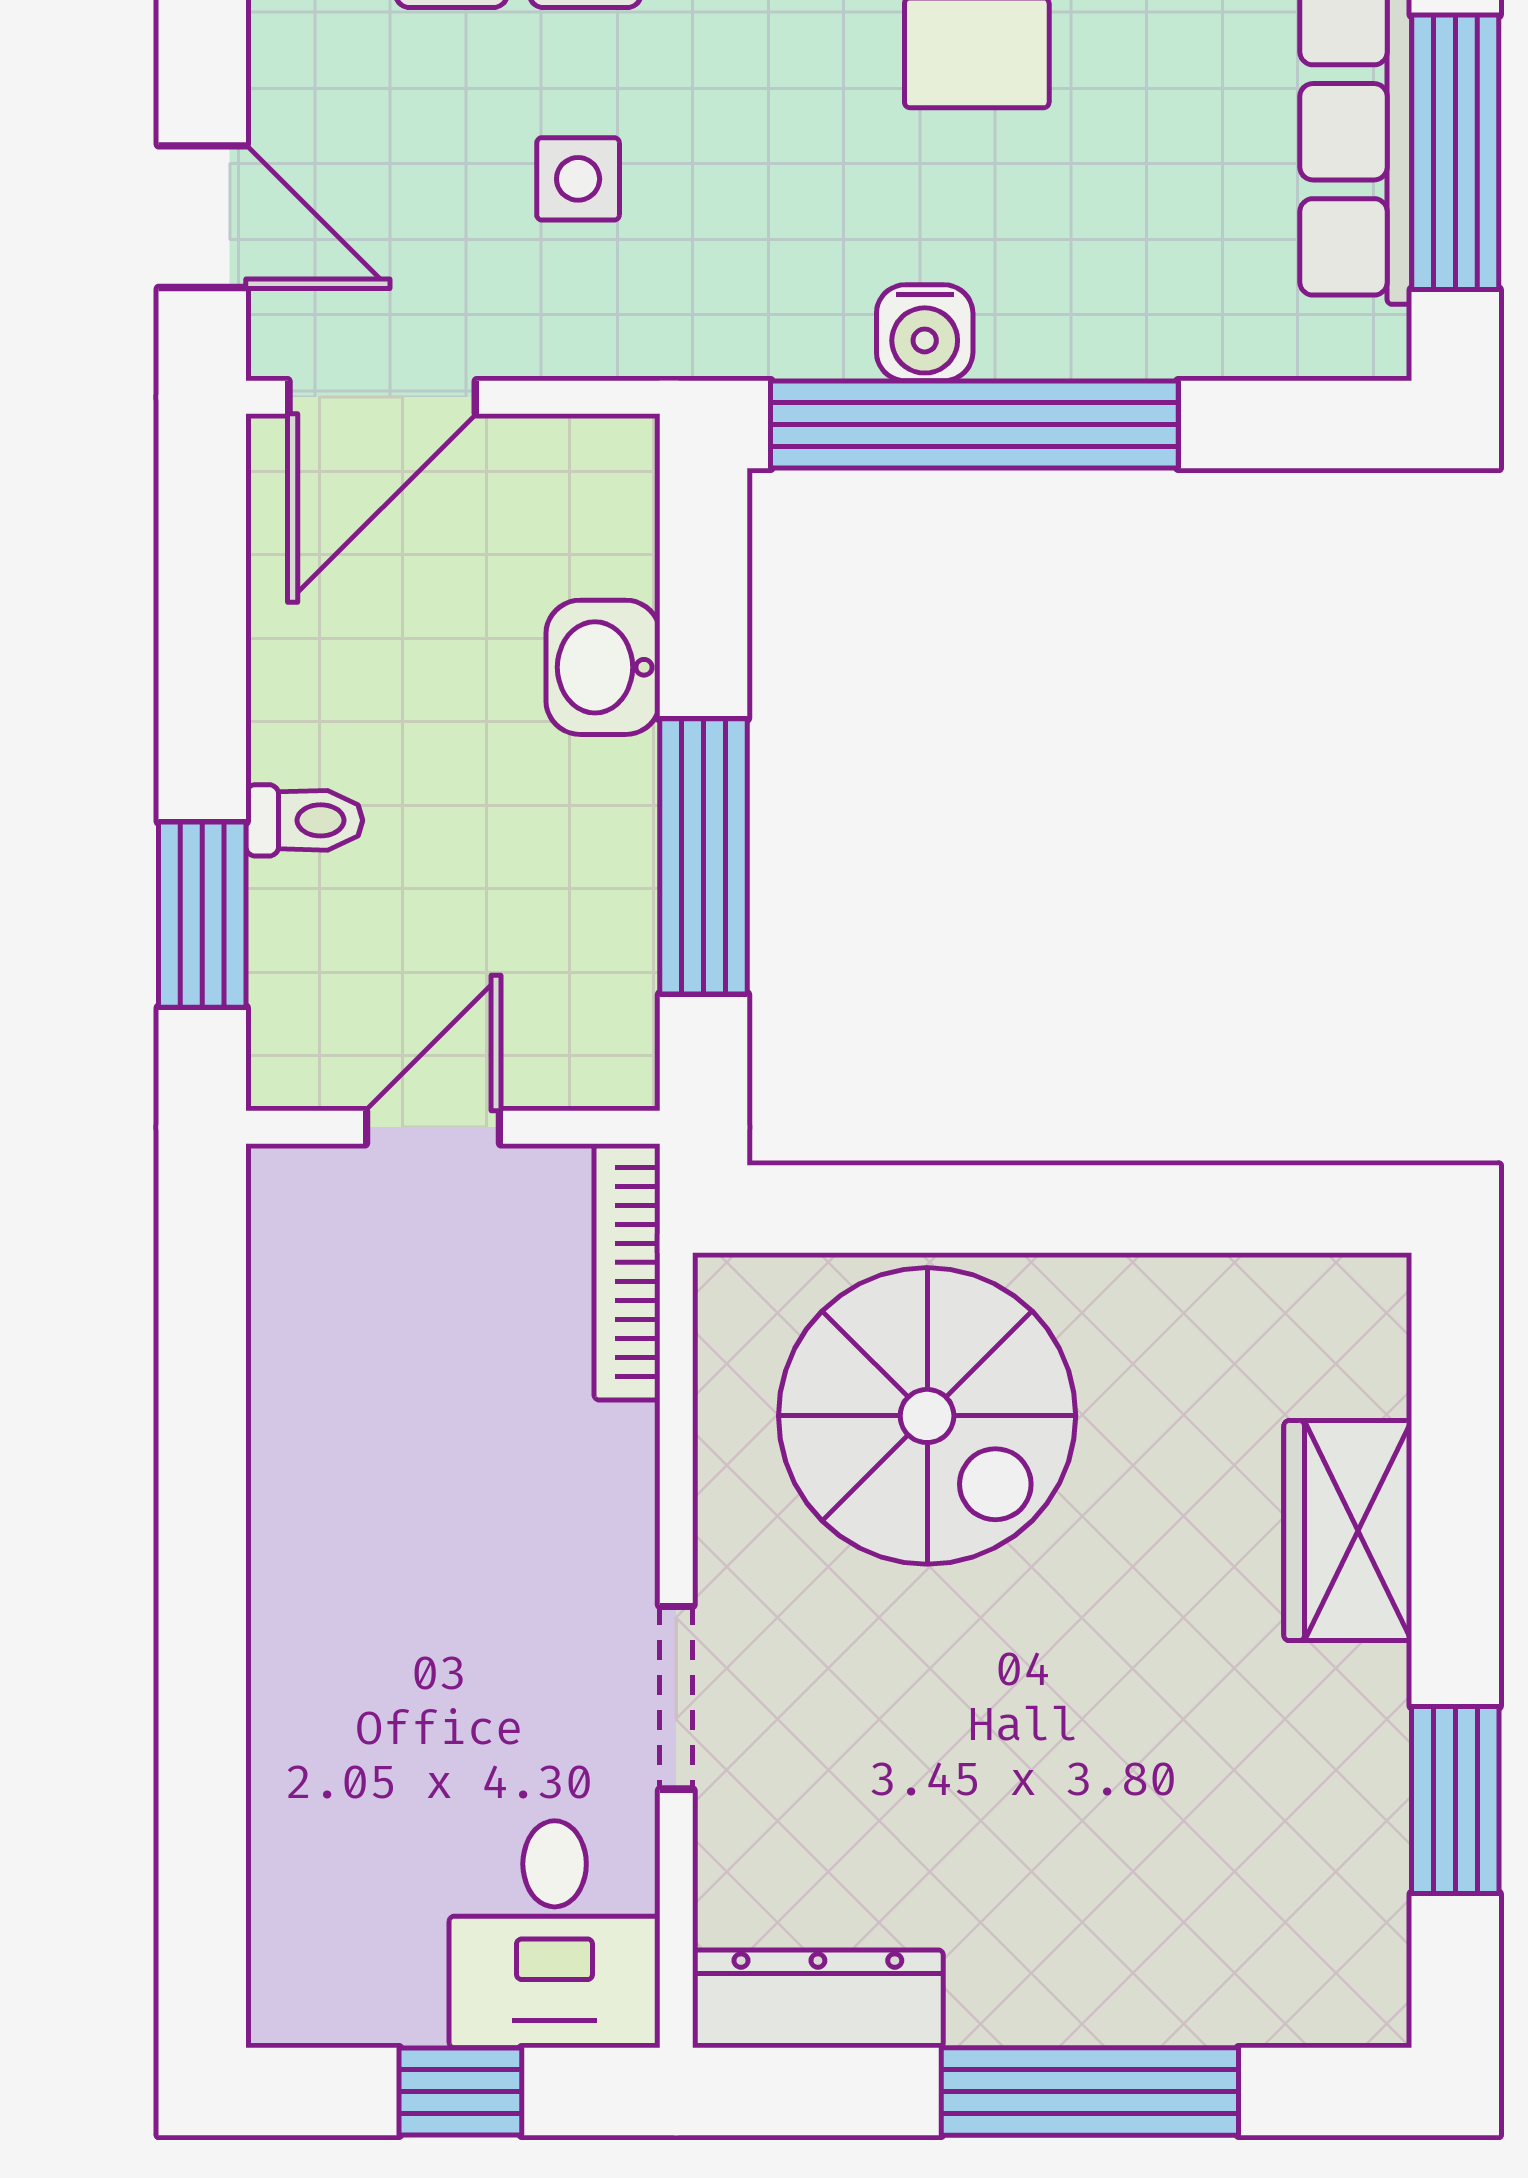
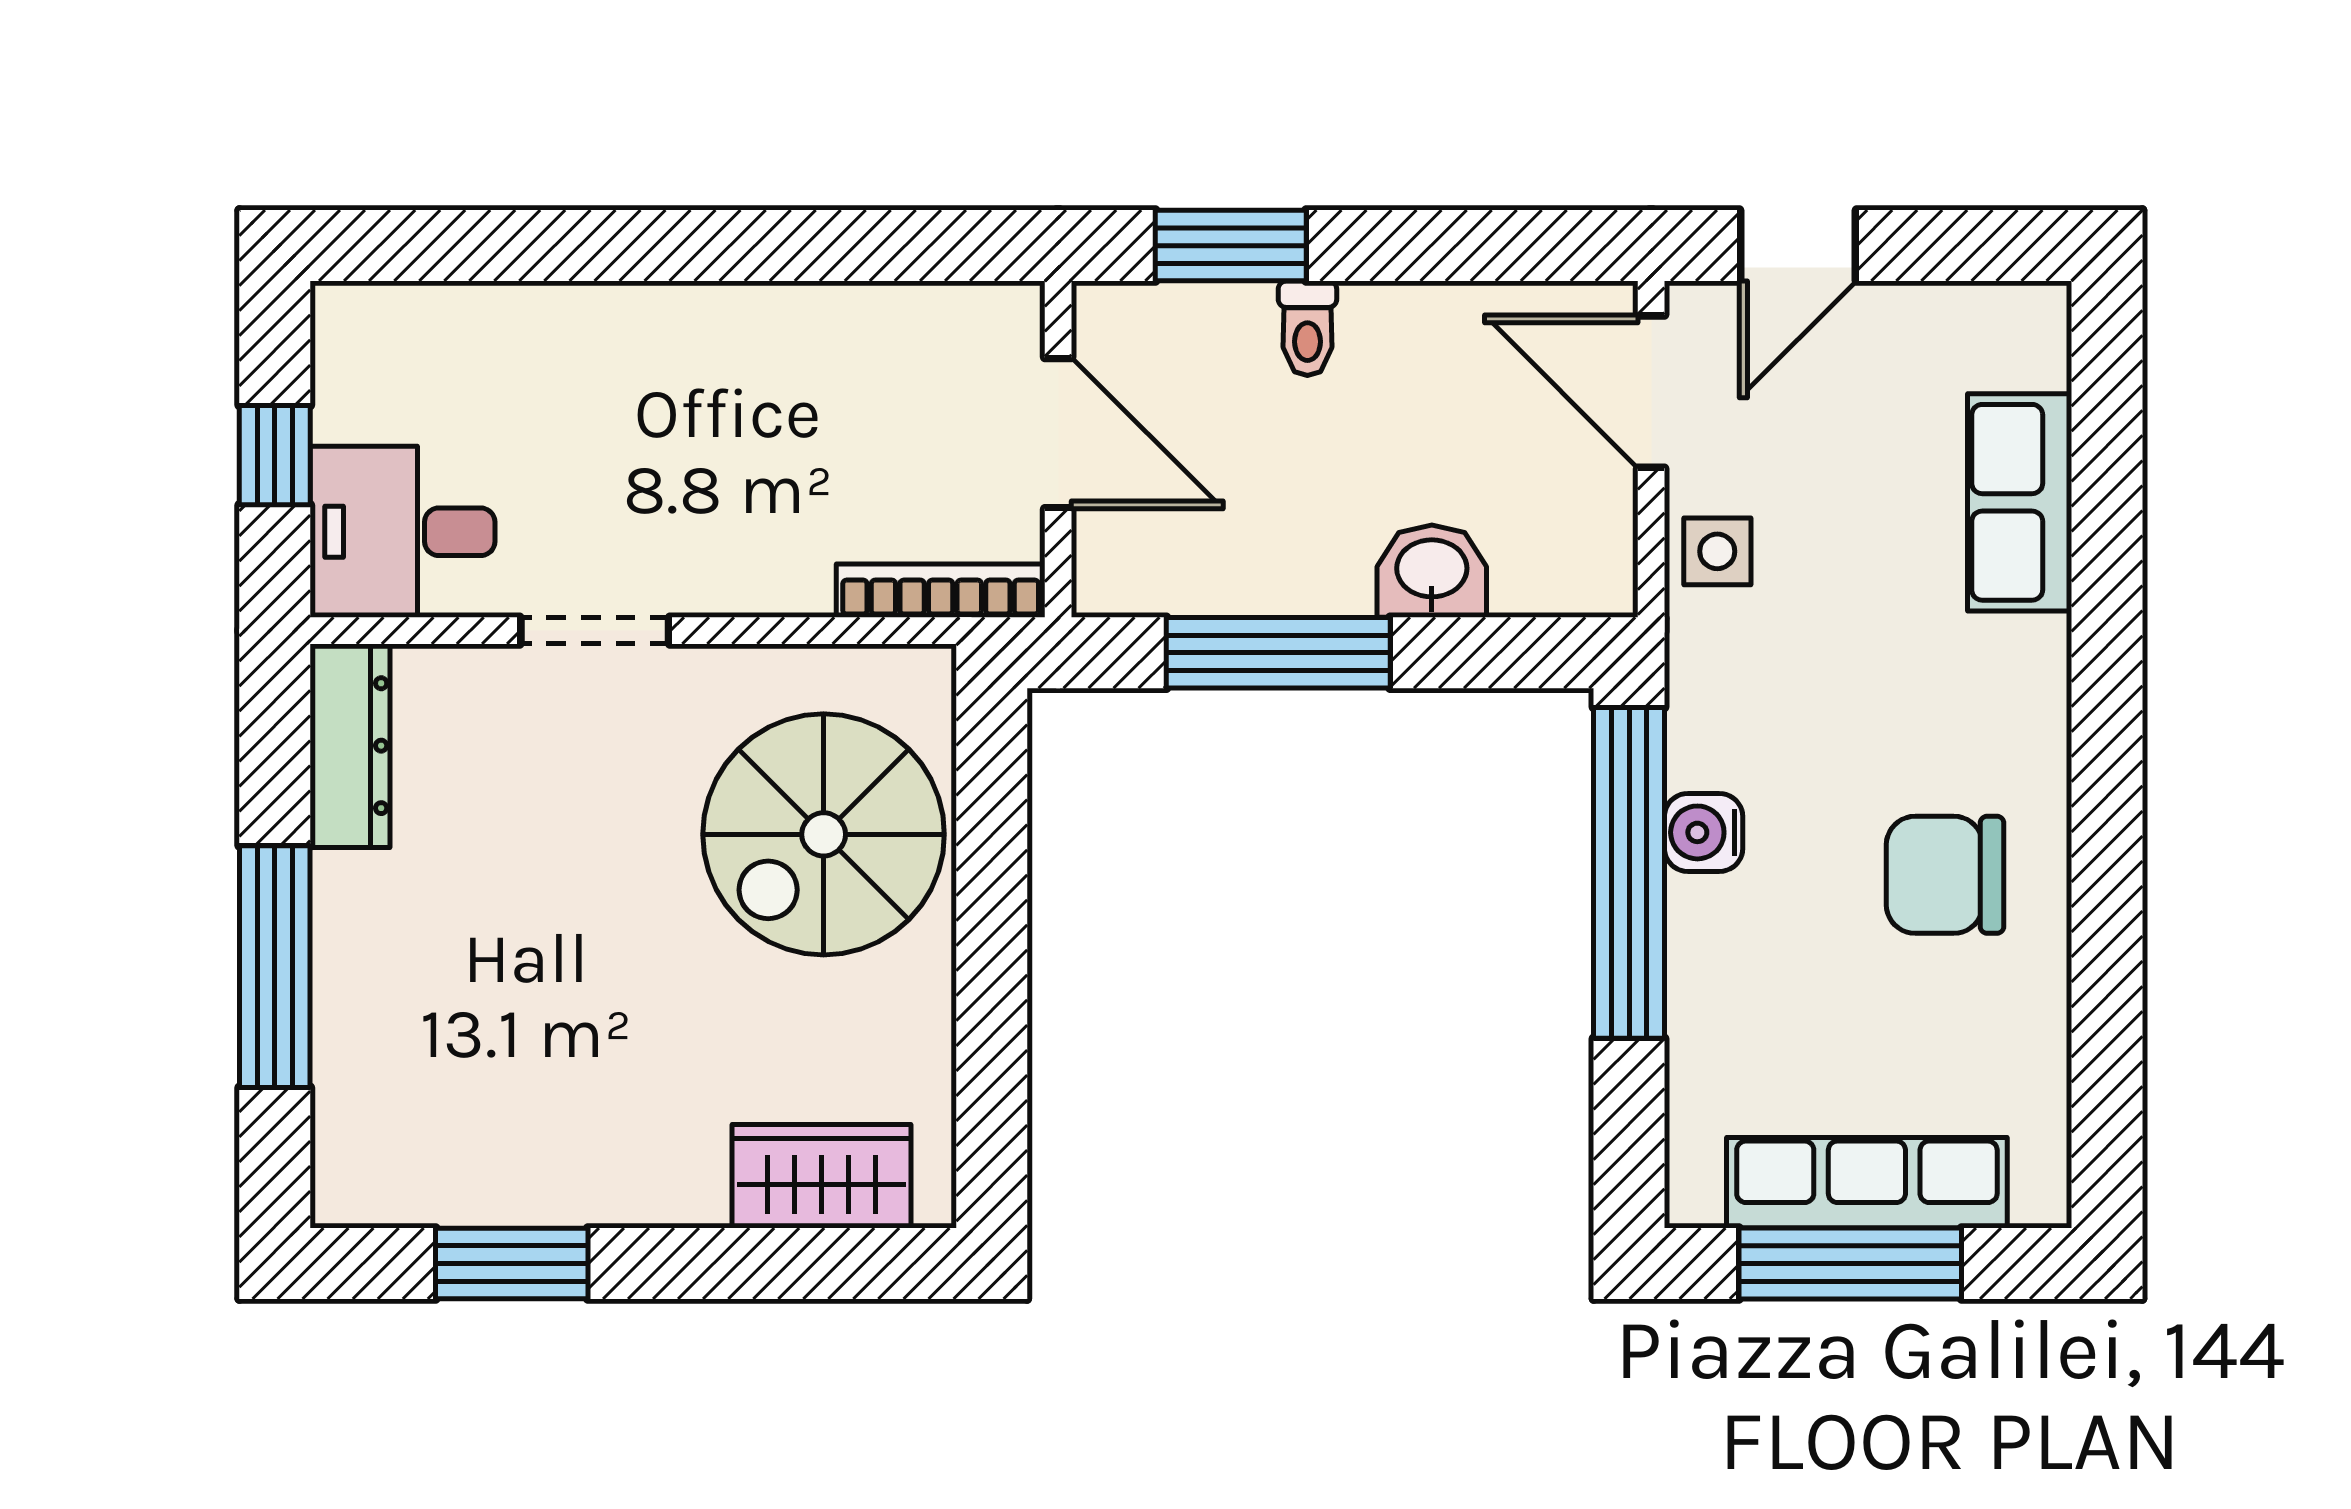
side table: (578, 179) -> (1717, 551), moved
door: (433, 1127) -> (1058, 433), width x1.38
wardrobe: (1348, 1531) -> (822, 1176), moved

